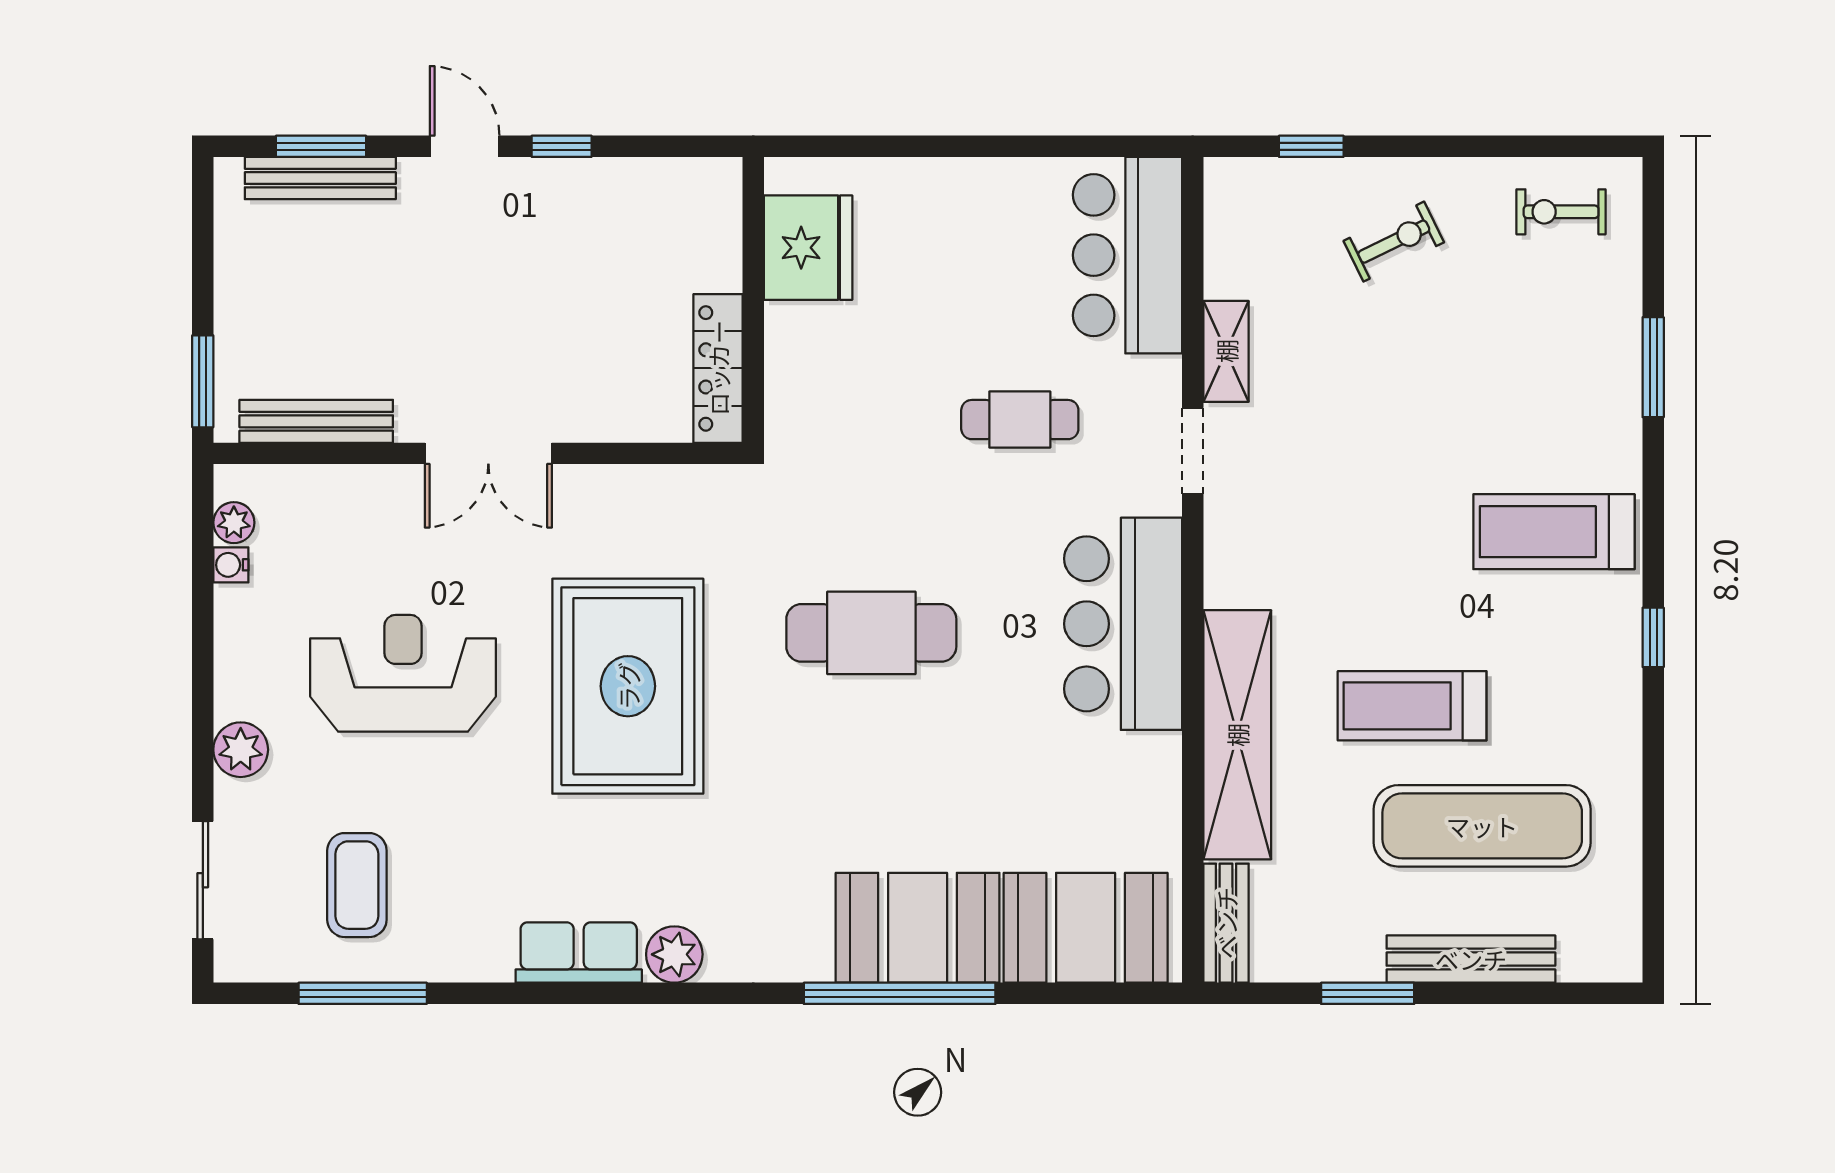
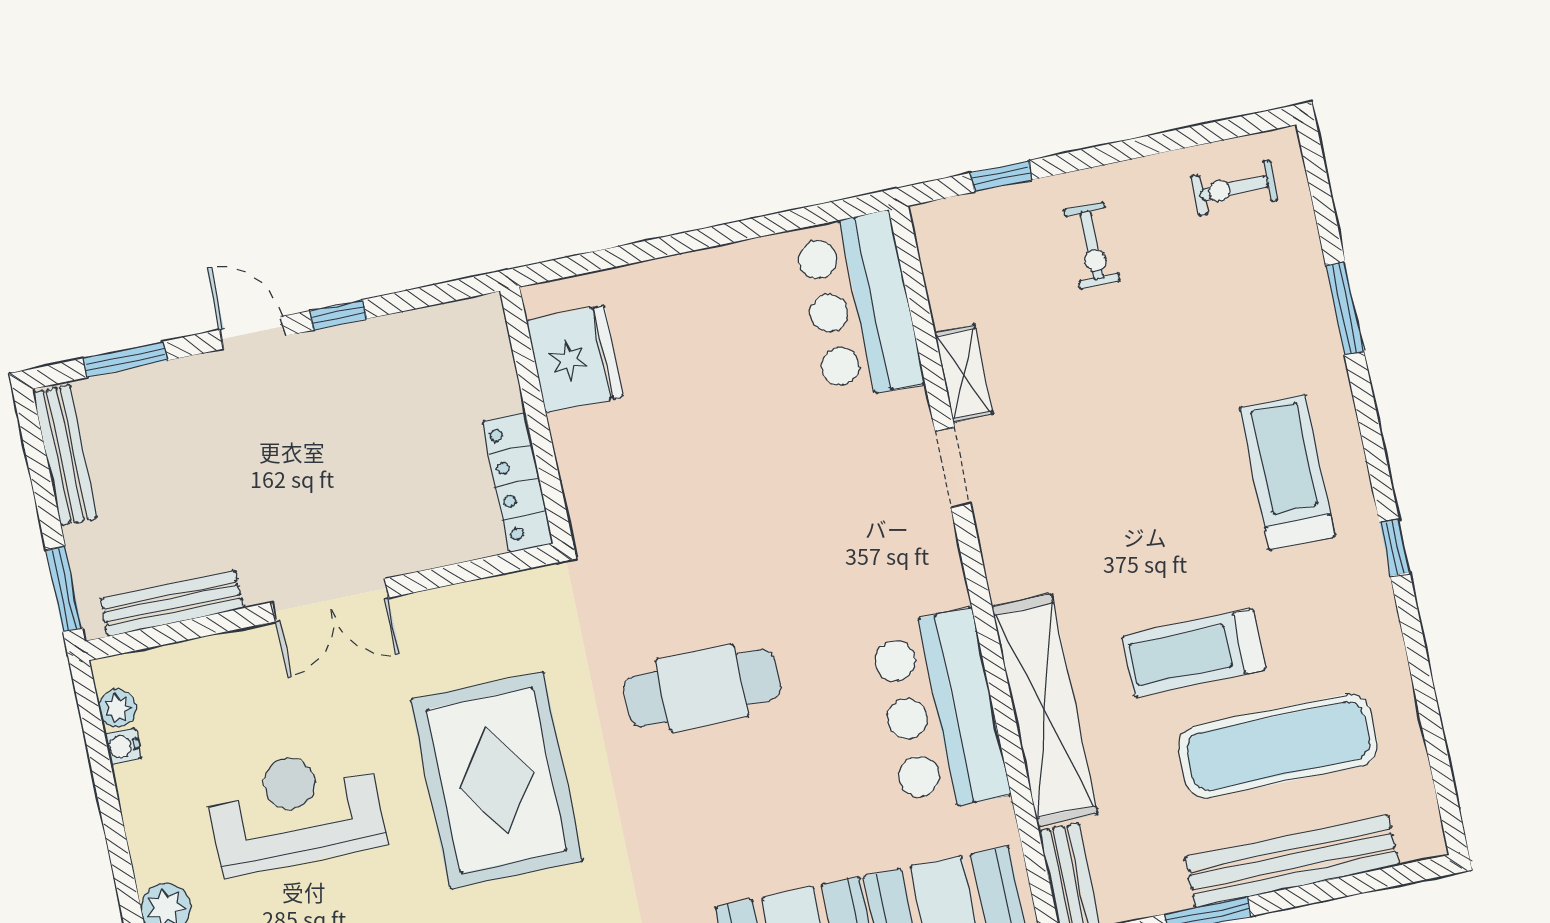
bench: (320, 178) -> (65, 455), moved, turned 90
exercise bike: (1394, 242) -> (1092, 245), turned 116
cafe table: (1020, 420) -> (794, 472), removed
treadmill: (1554, 532) -> (1287, 472), turned 90
bar counter: (1123, 624) -> (940, 712), moved
bench: (1471, 959) -> (1292, 861), width x1.37, depth x1.21

